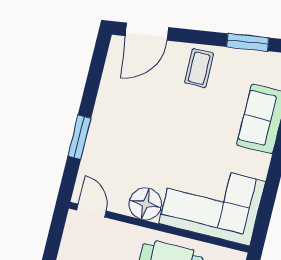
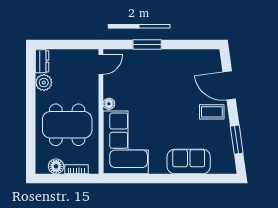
door: (147, 32) -> (229, 86), moved
floor lamp: (145, 204) -> (109, 104), width x0.53, depth x0.53

